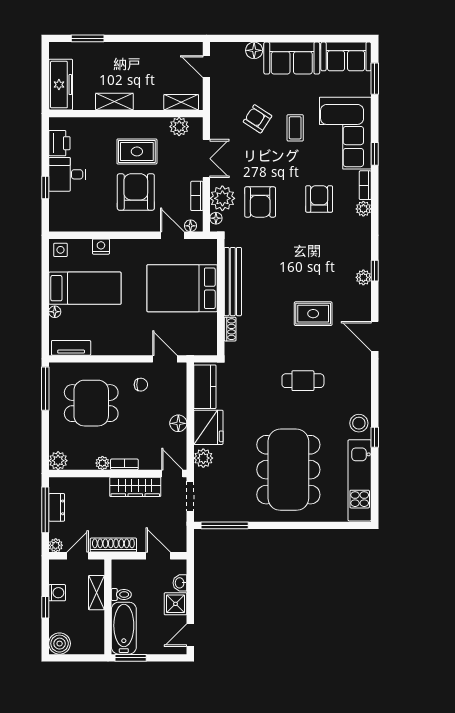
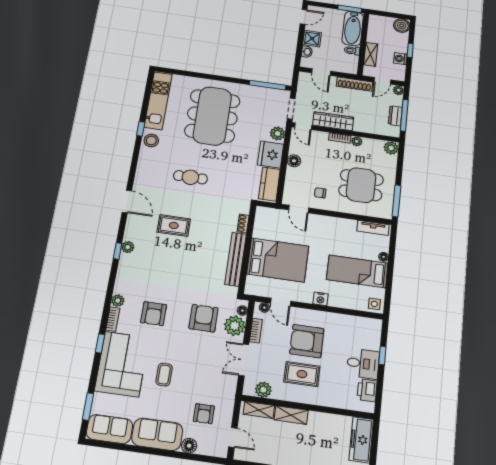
shelving: (114, 102) -> (291, 415), moved
armchair: (258, 119) -> (204, 414), moved, turned 57
armchair: (136, 192) -> (307, 341), turned 90
nightstand: (101, 247) -> (320, 299), moved

